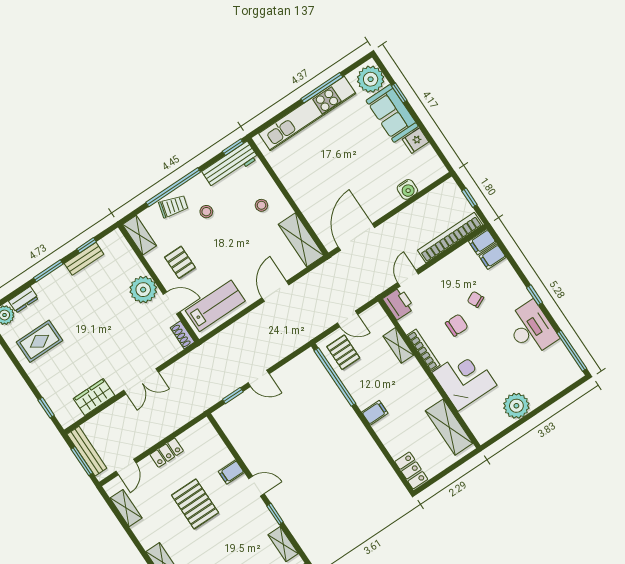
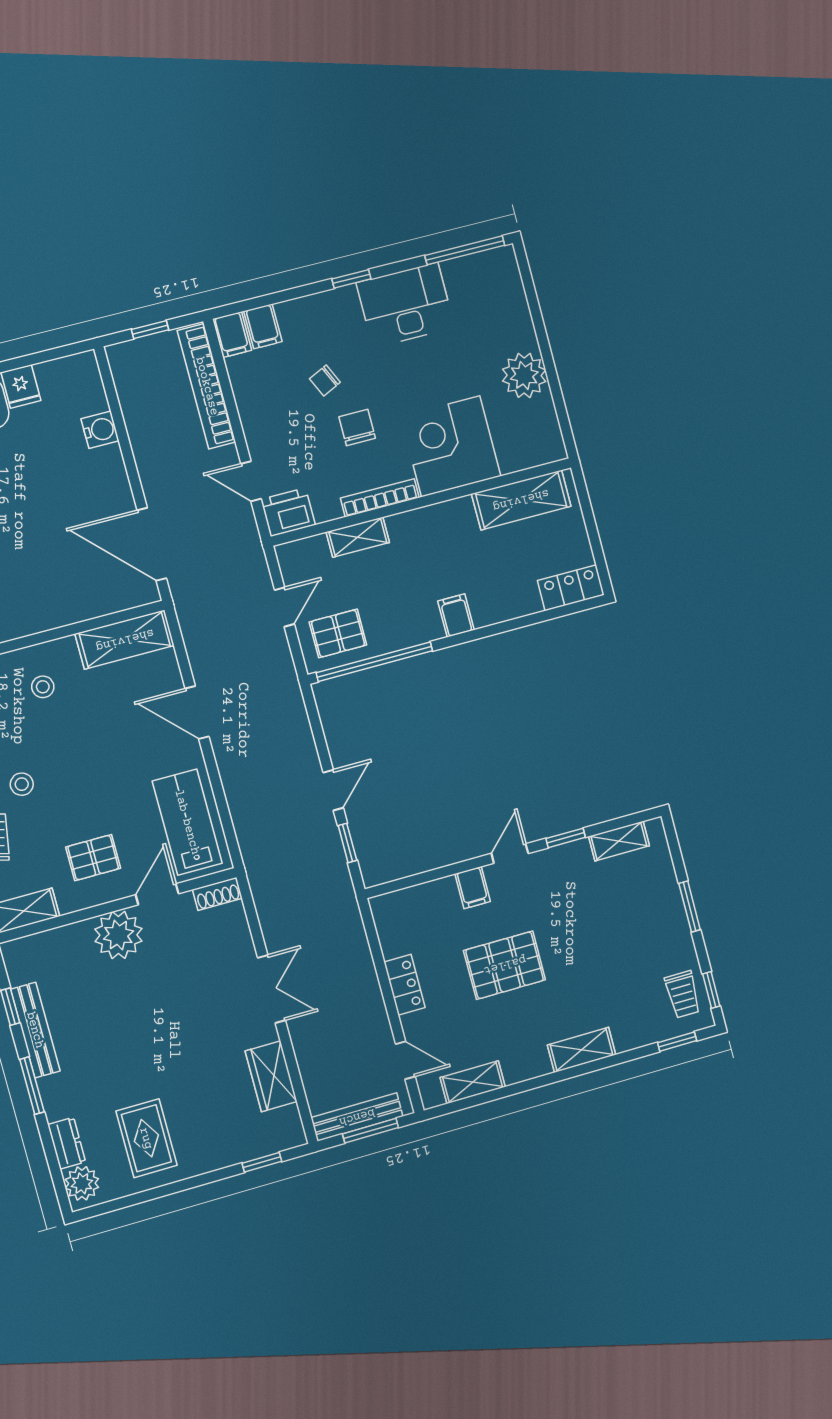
bench: (84, 259) -> (35, 1030), width x1.36

